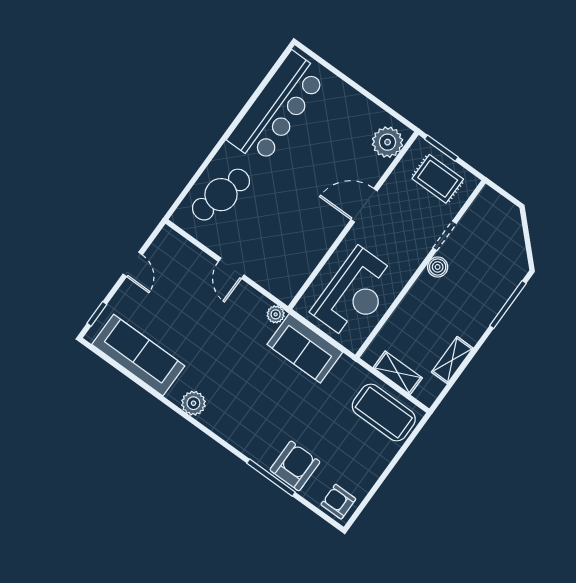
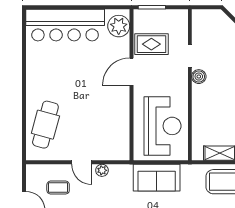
bar counter: (277, 108) -> (65, 25), moved, turned 90
rug: (438, 179) -> (151, 44), moved
coffee table: (183, 278) -> (58, 188), added
plant: (276, 314) -> (102, 170), moved

